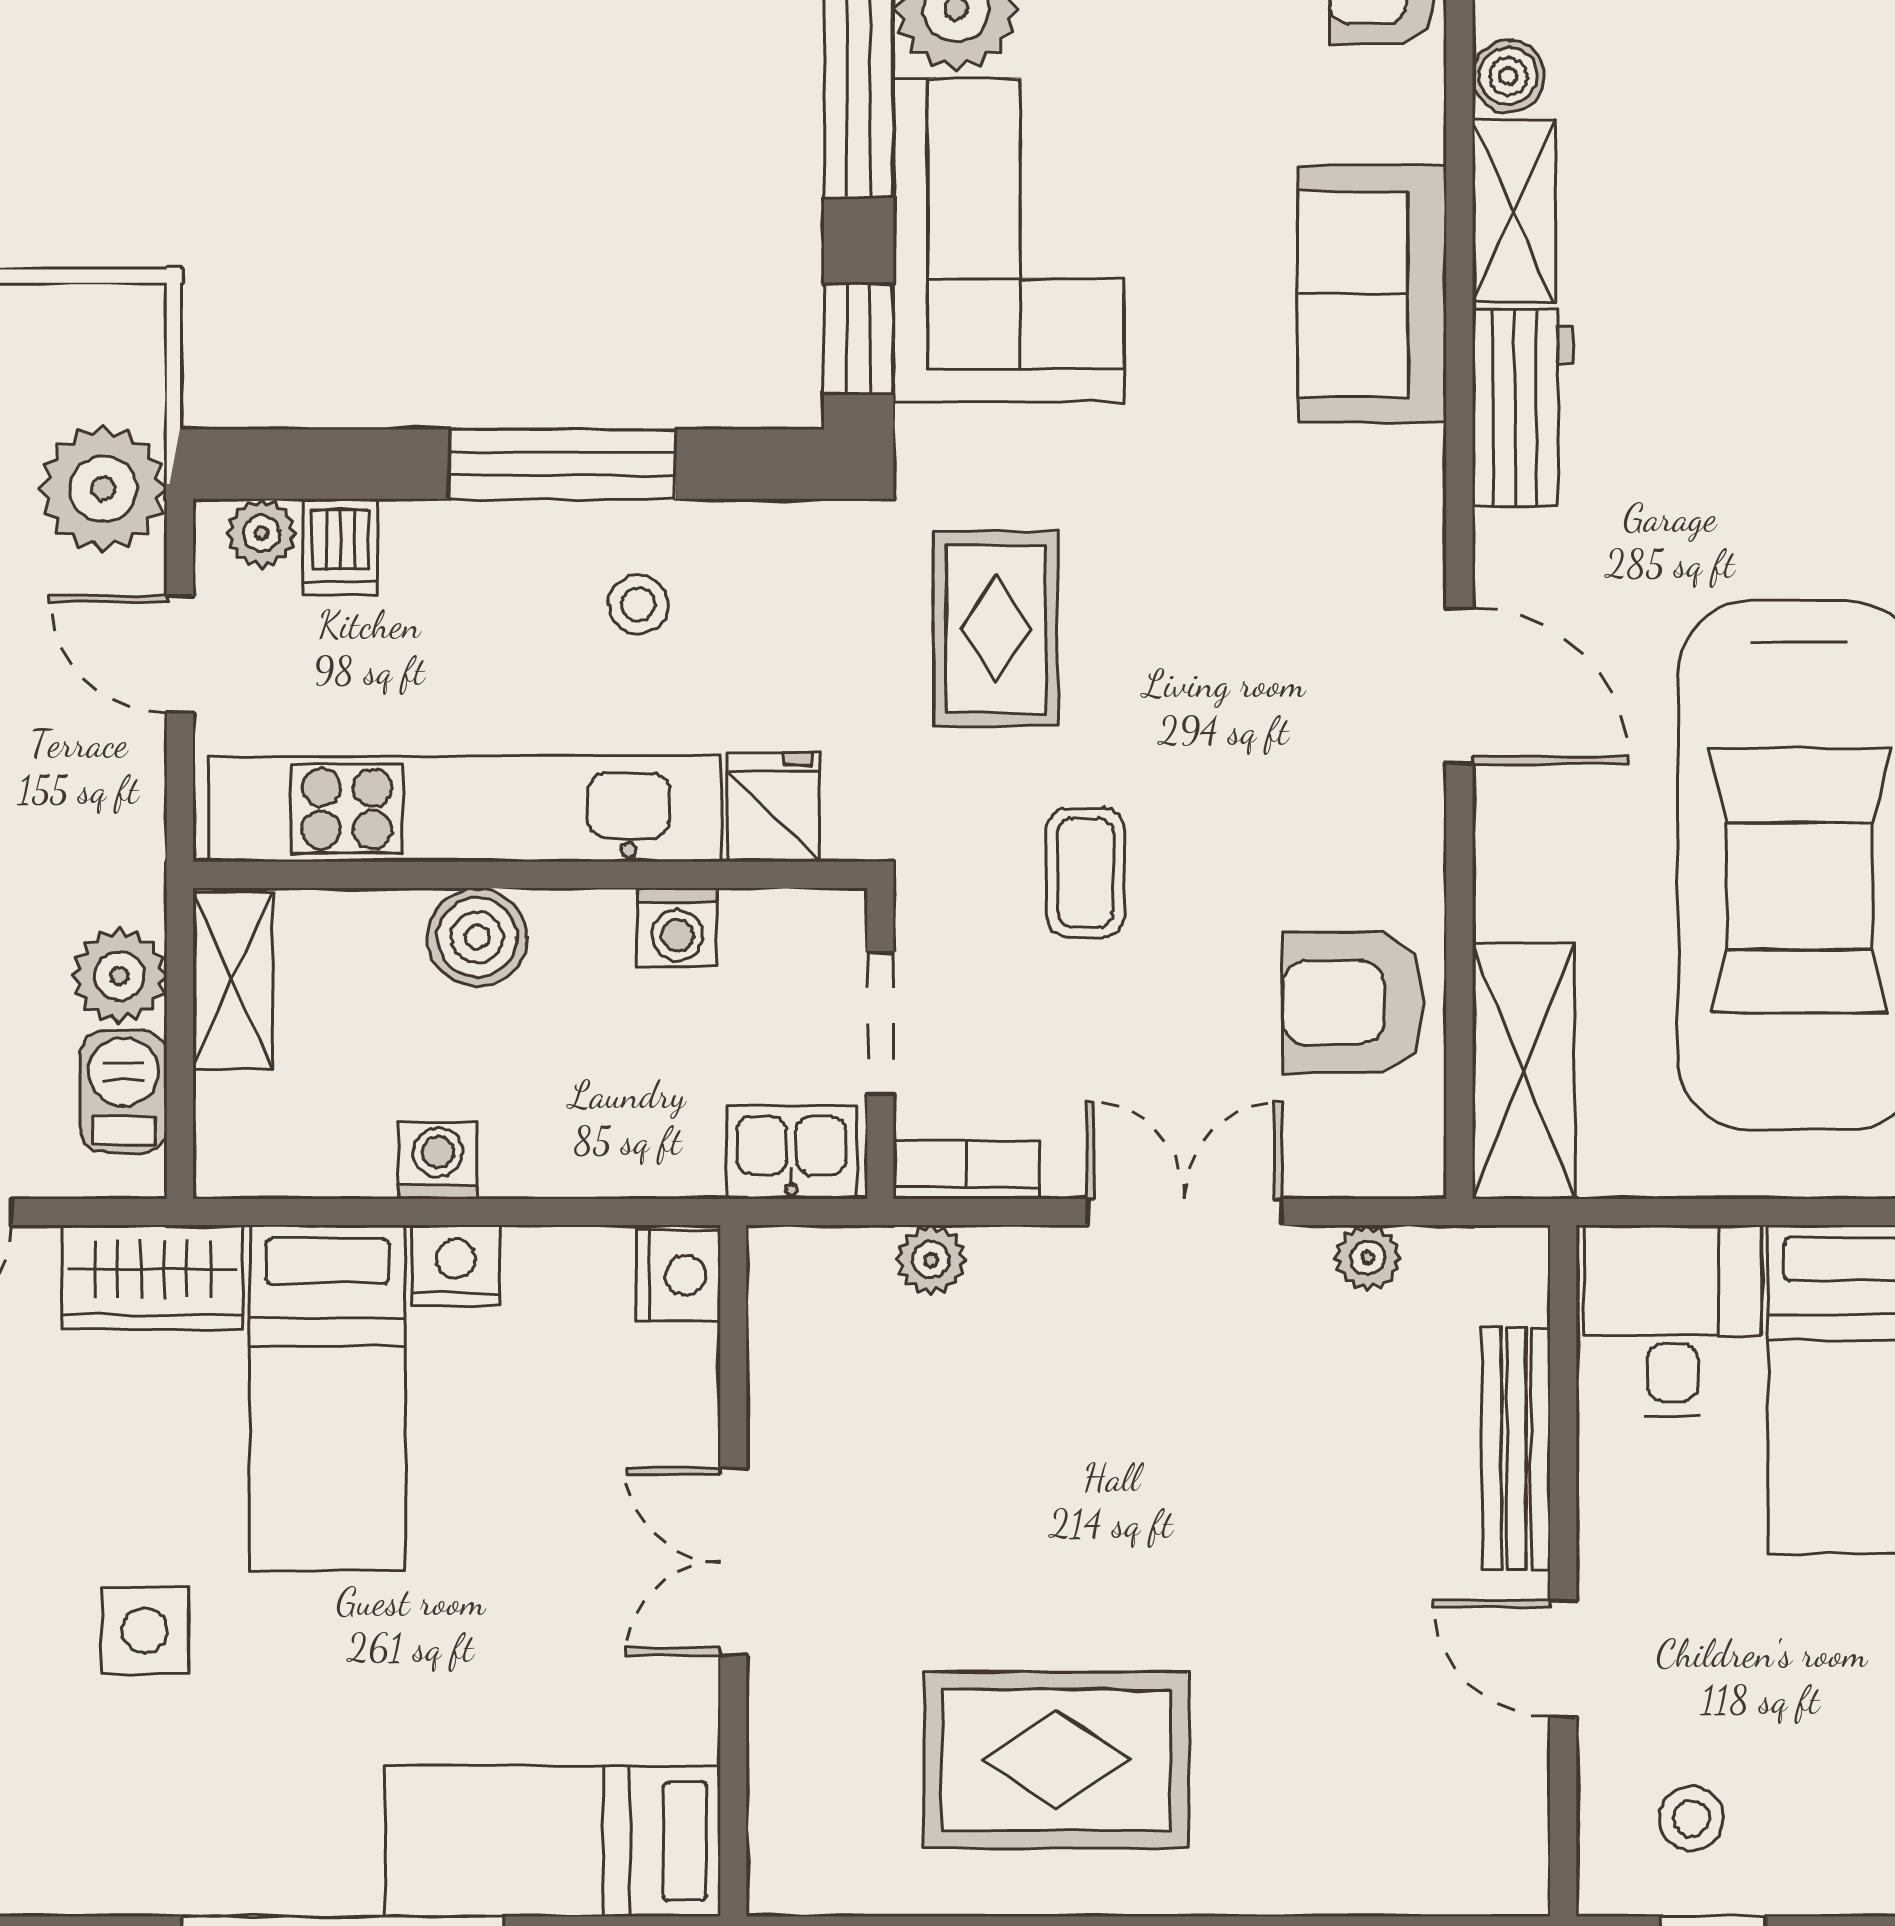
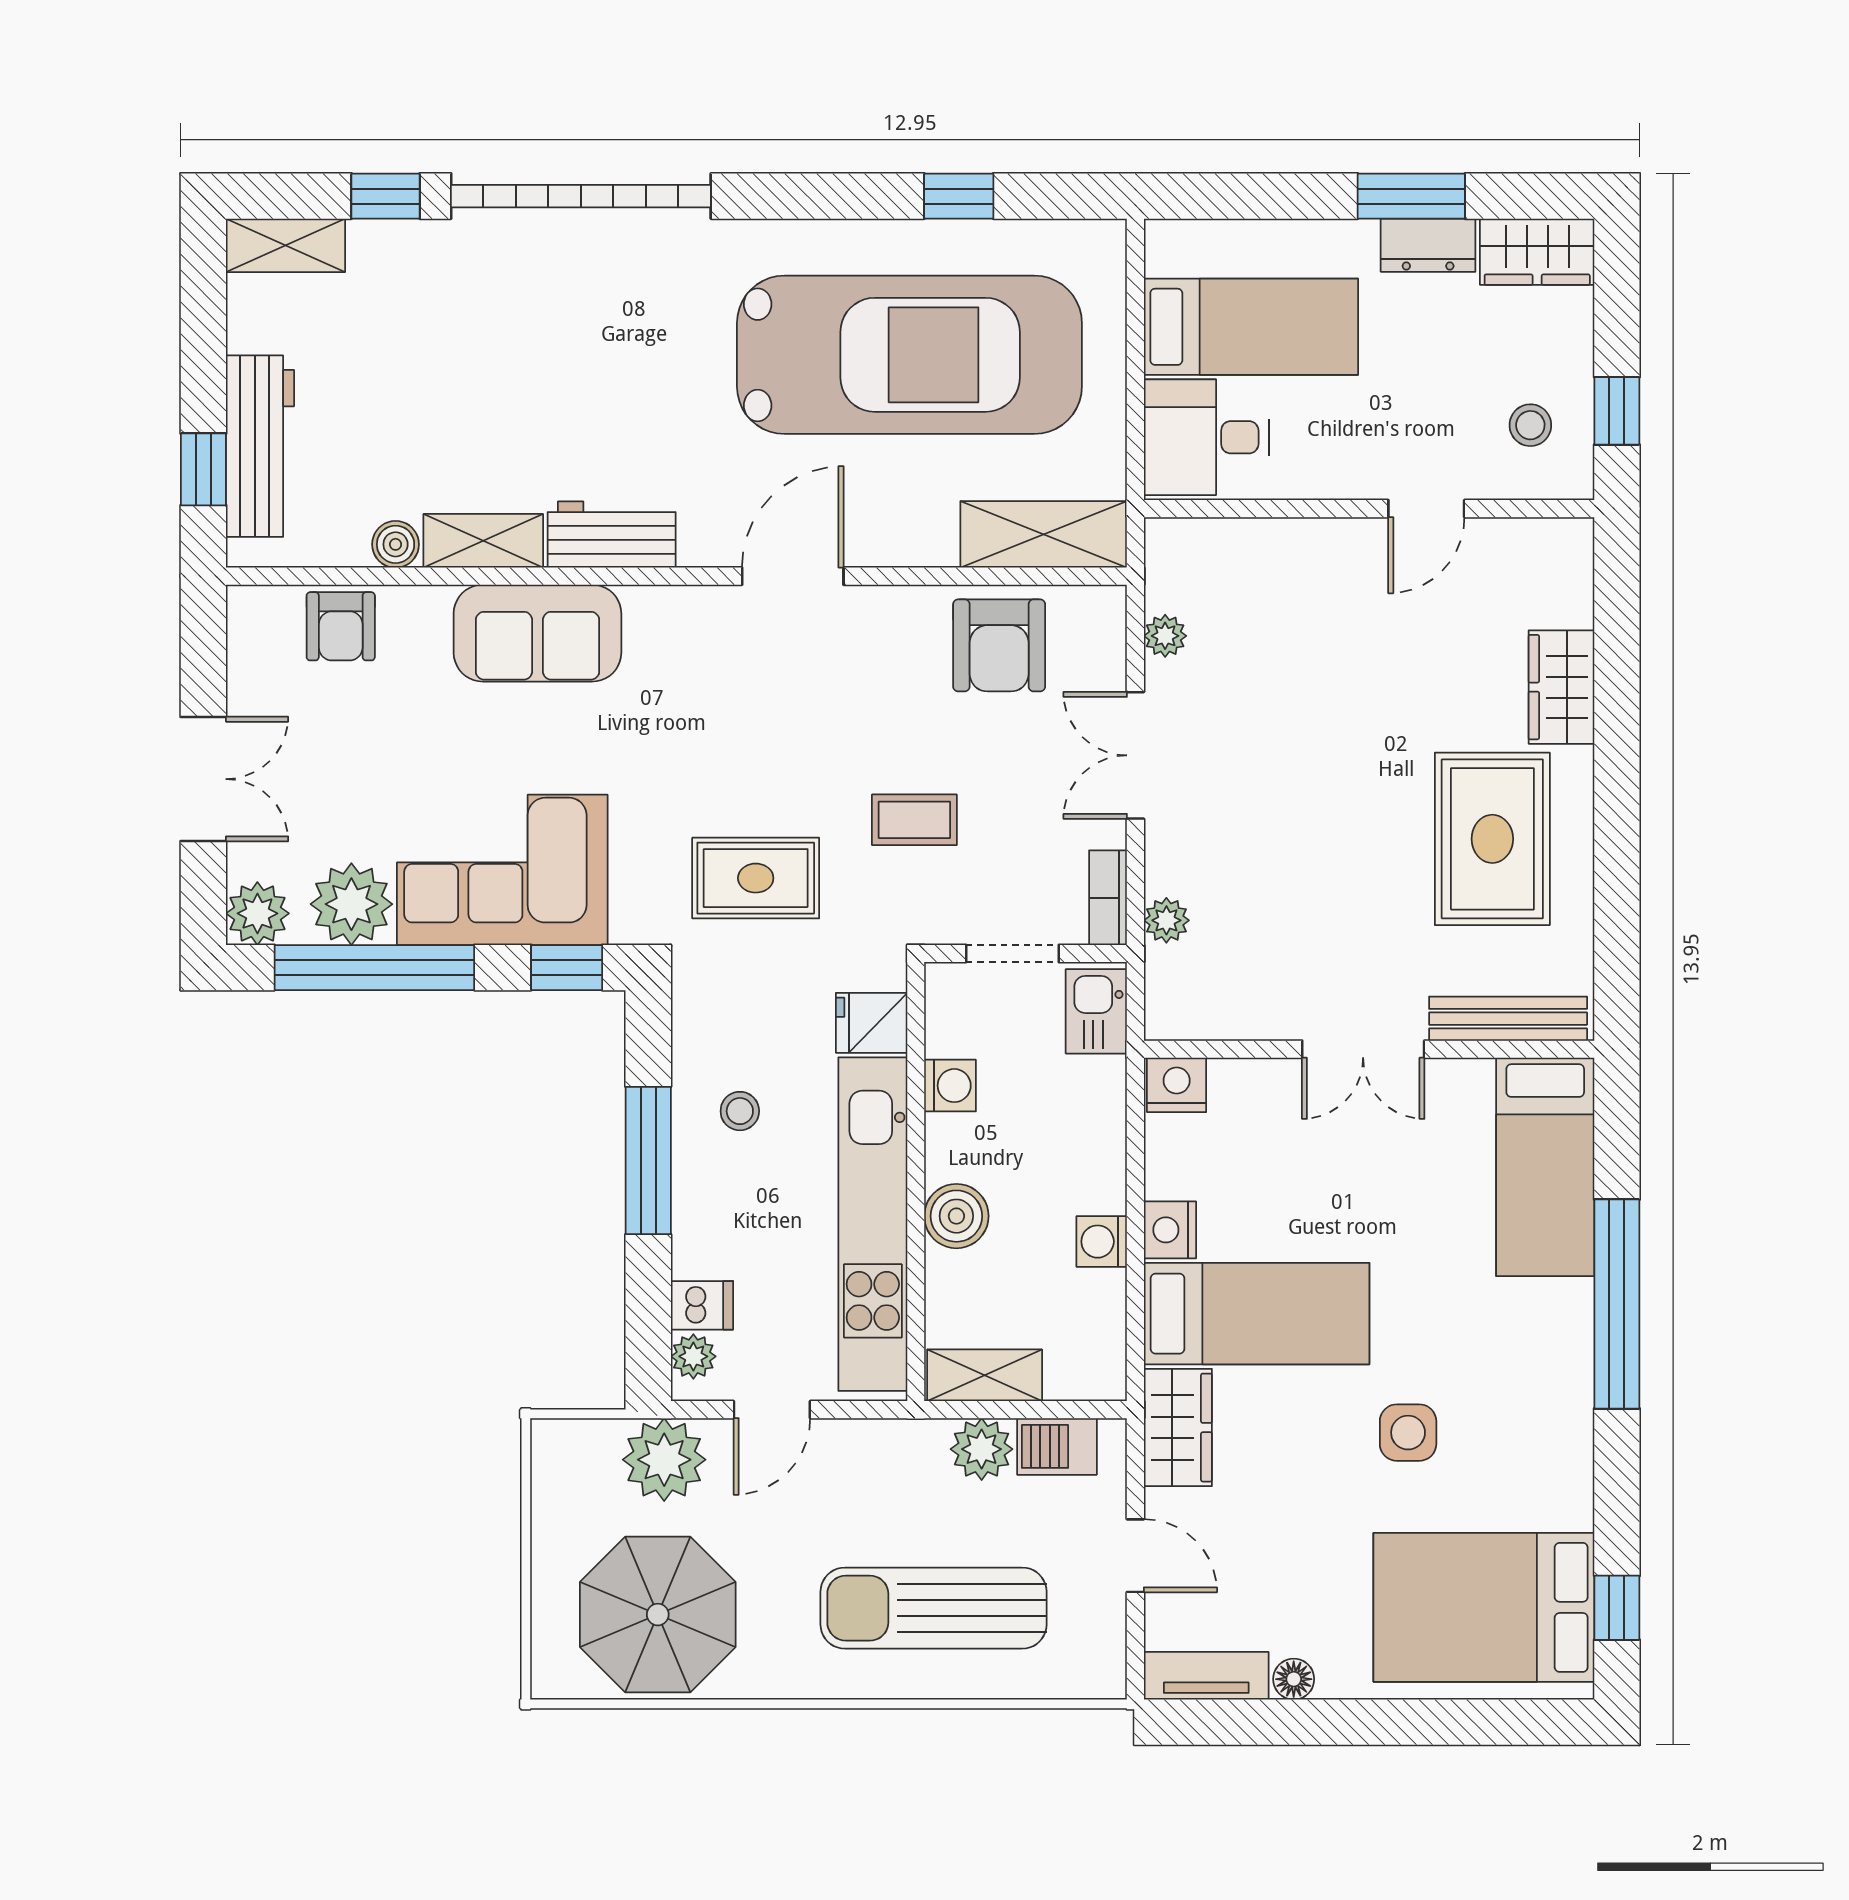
bench: (1516, 1449) -> (1508, 1019), moved
wardrobe: (1289, 1866) -> (1561, 687), added

